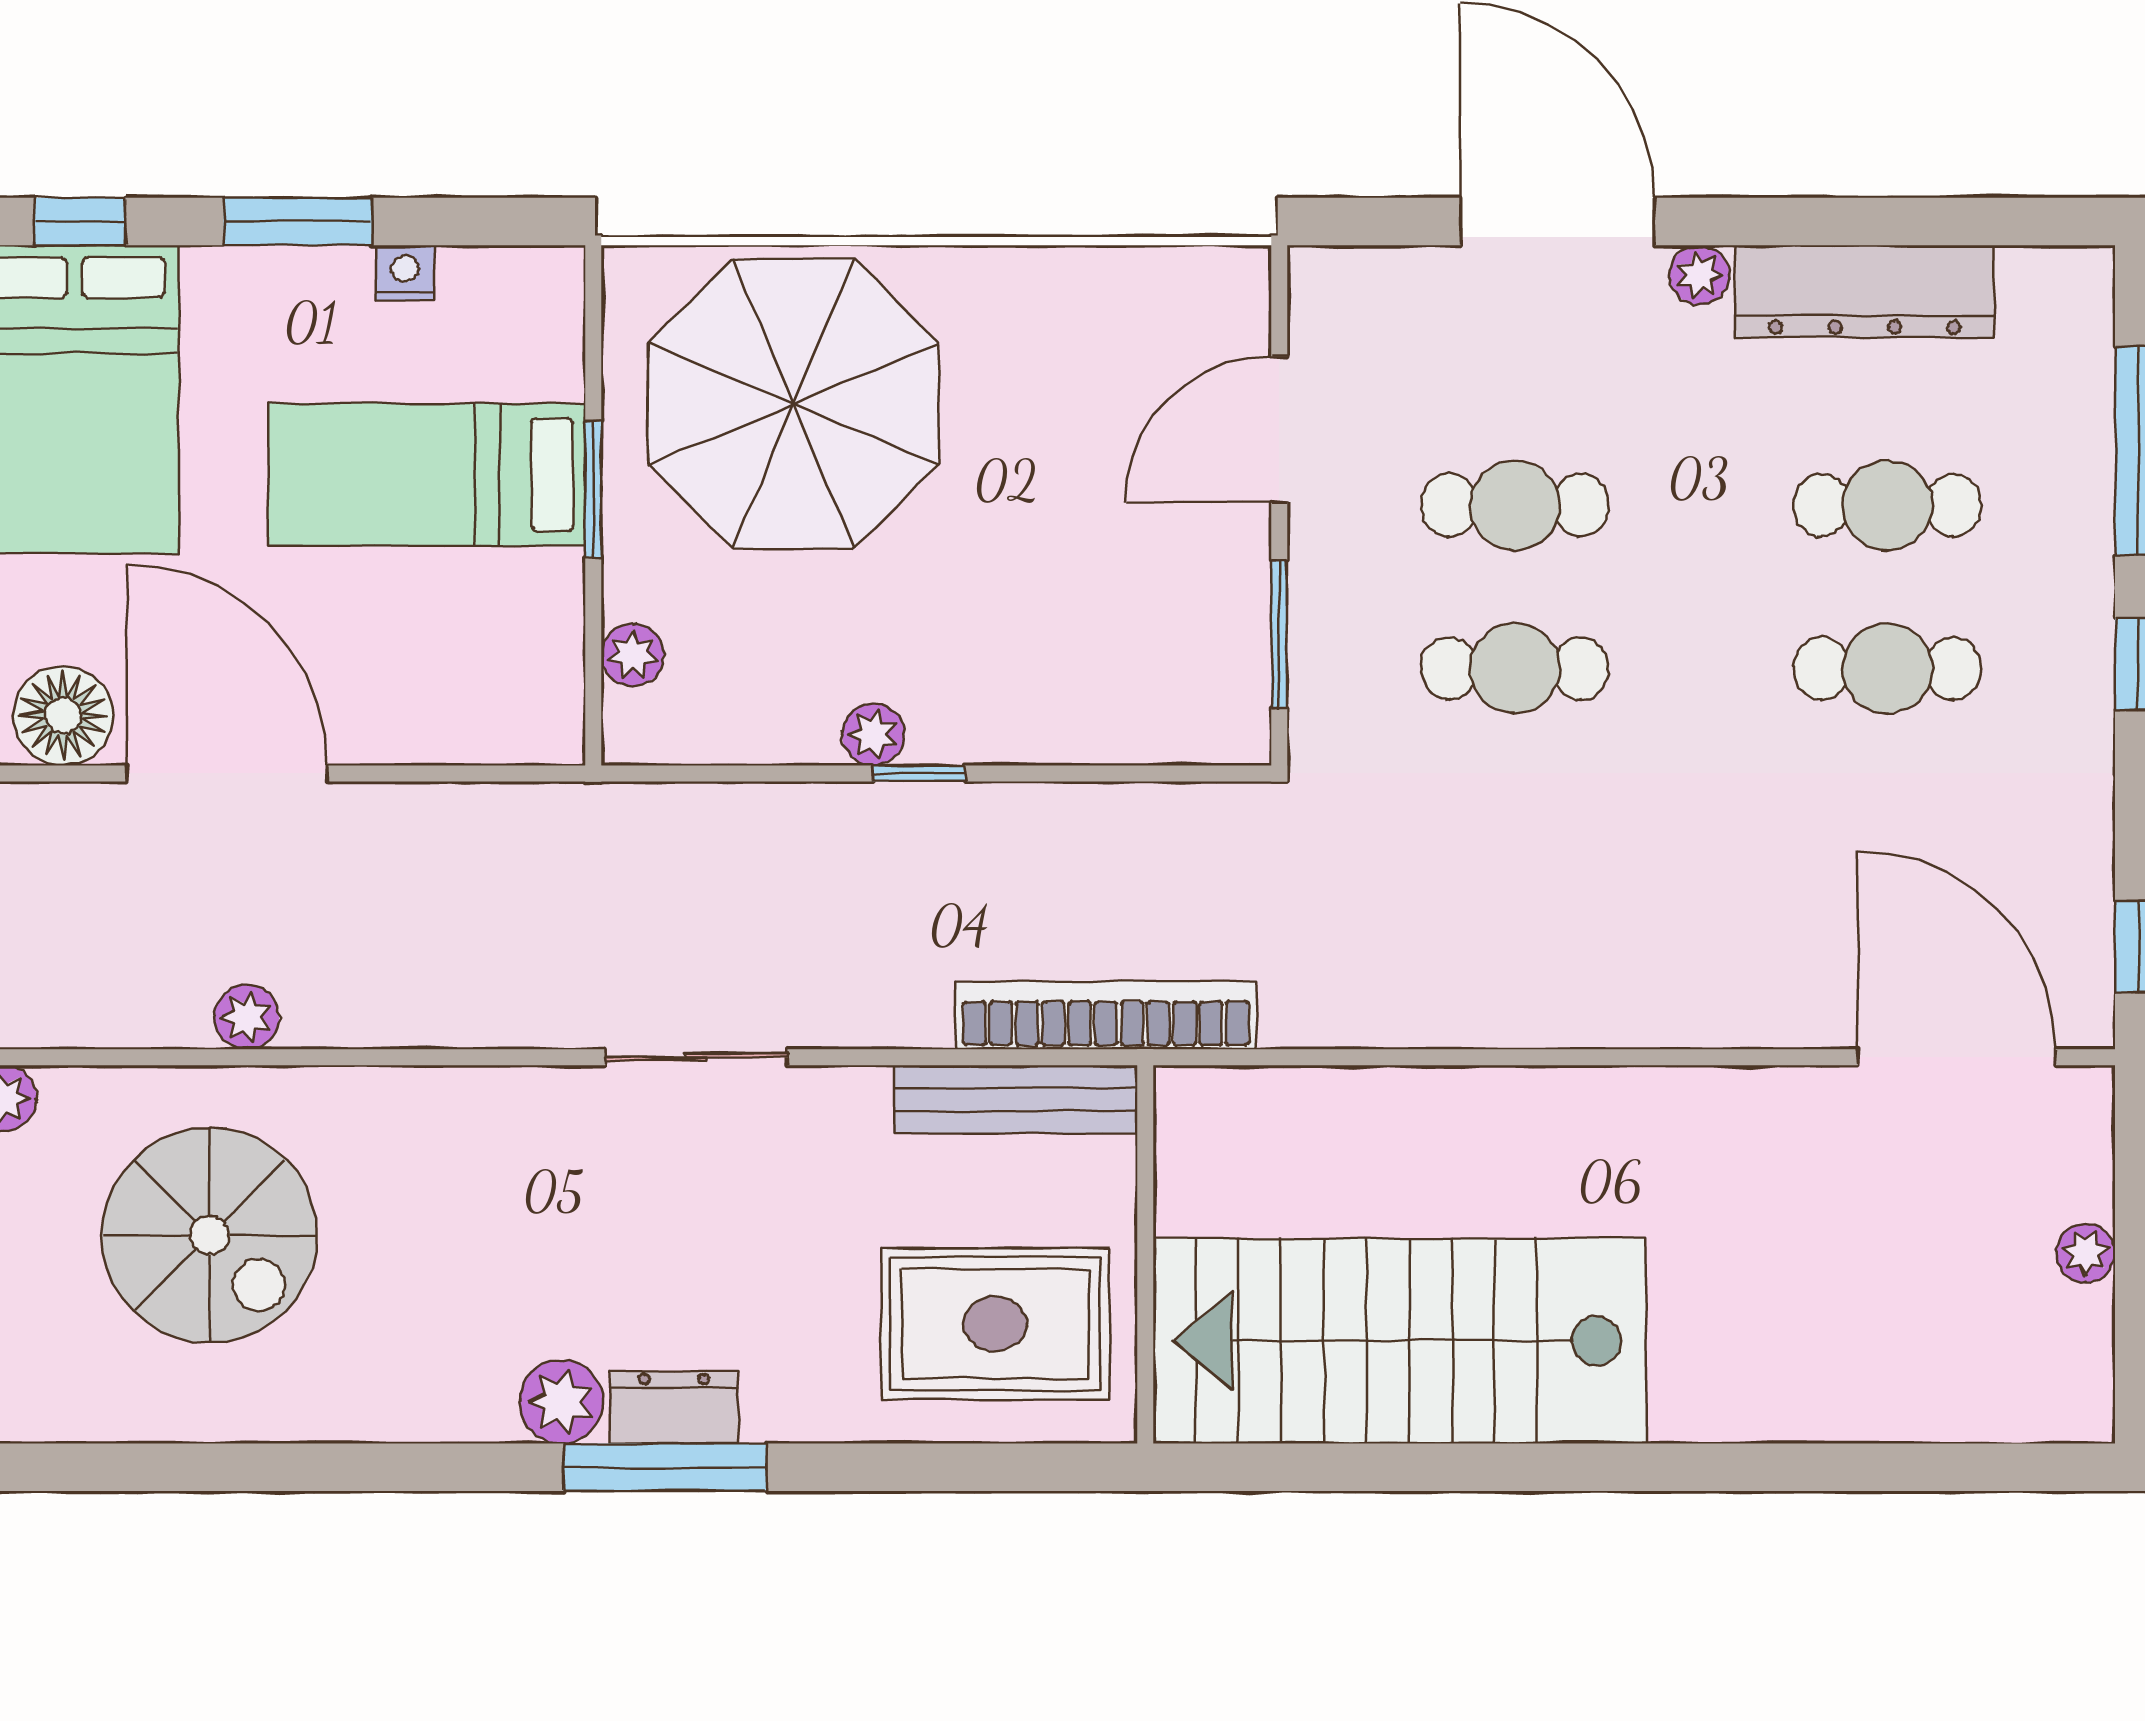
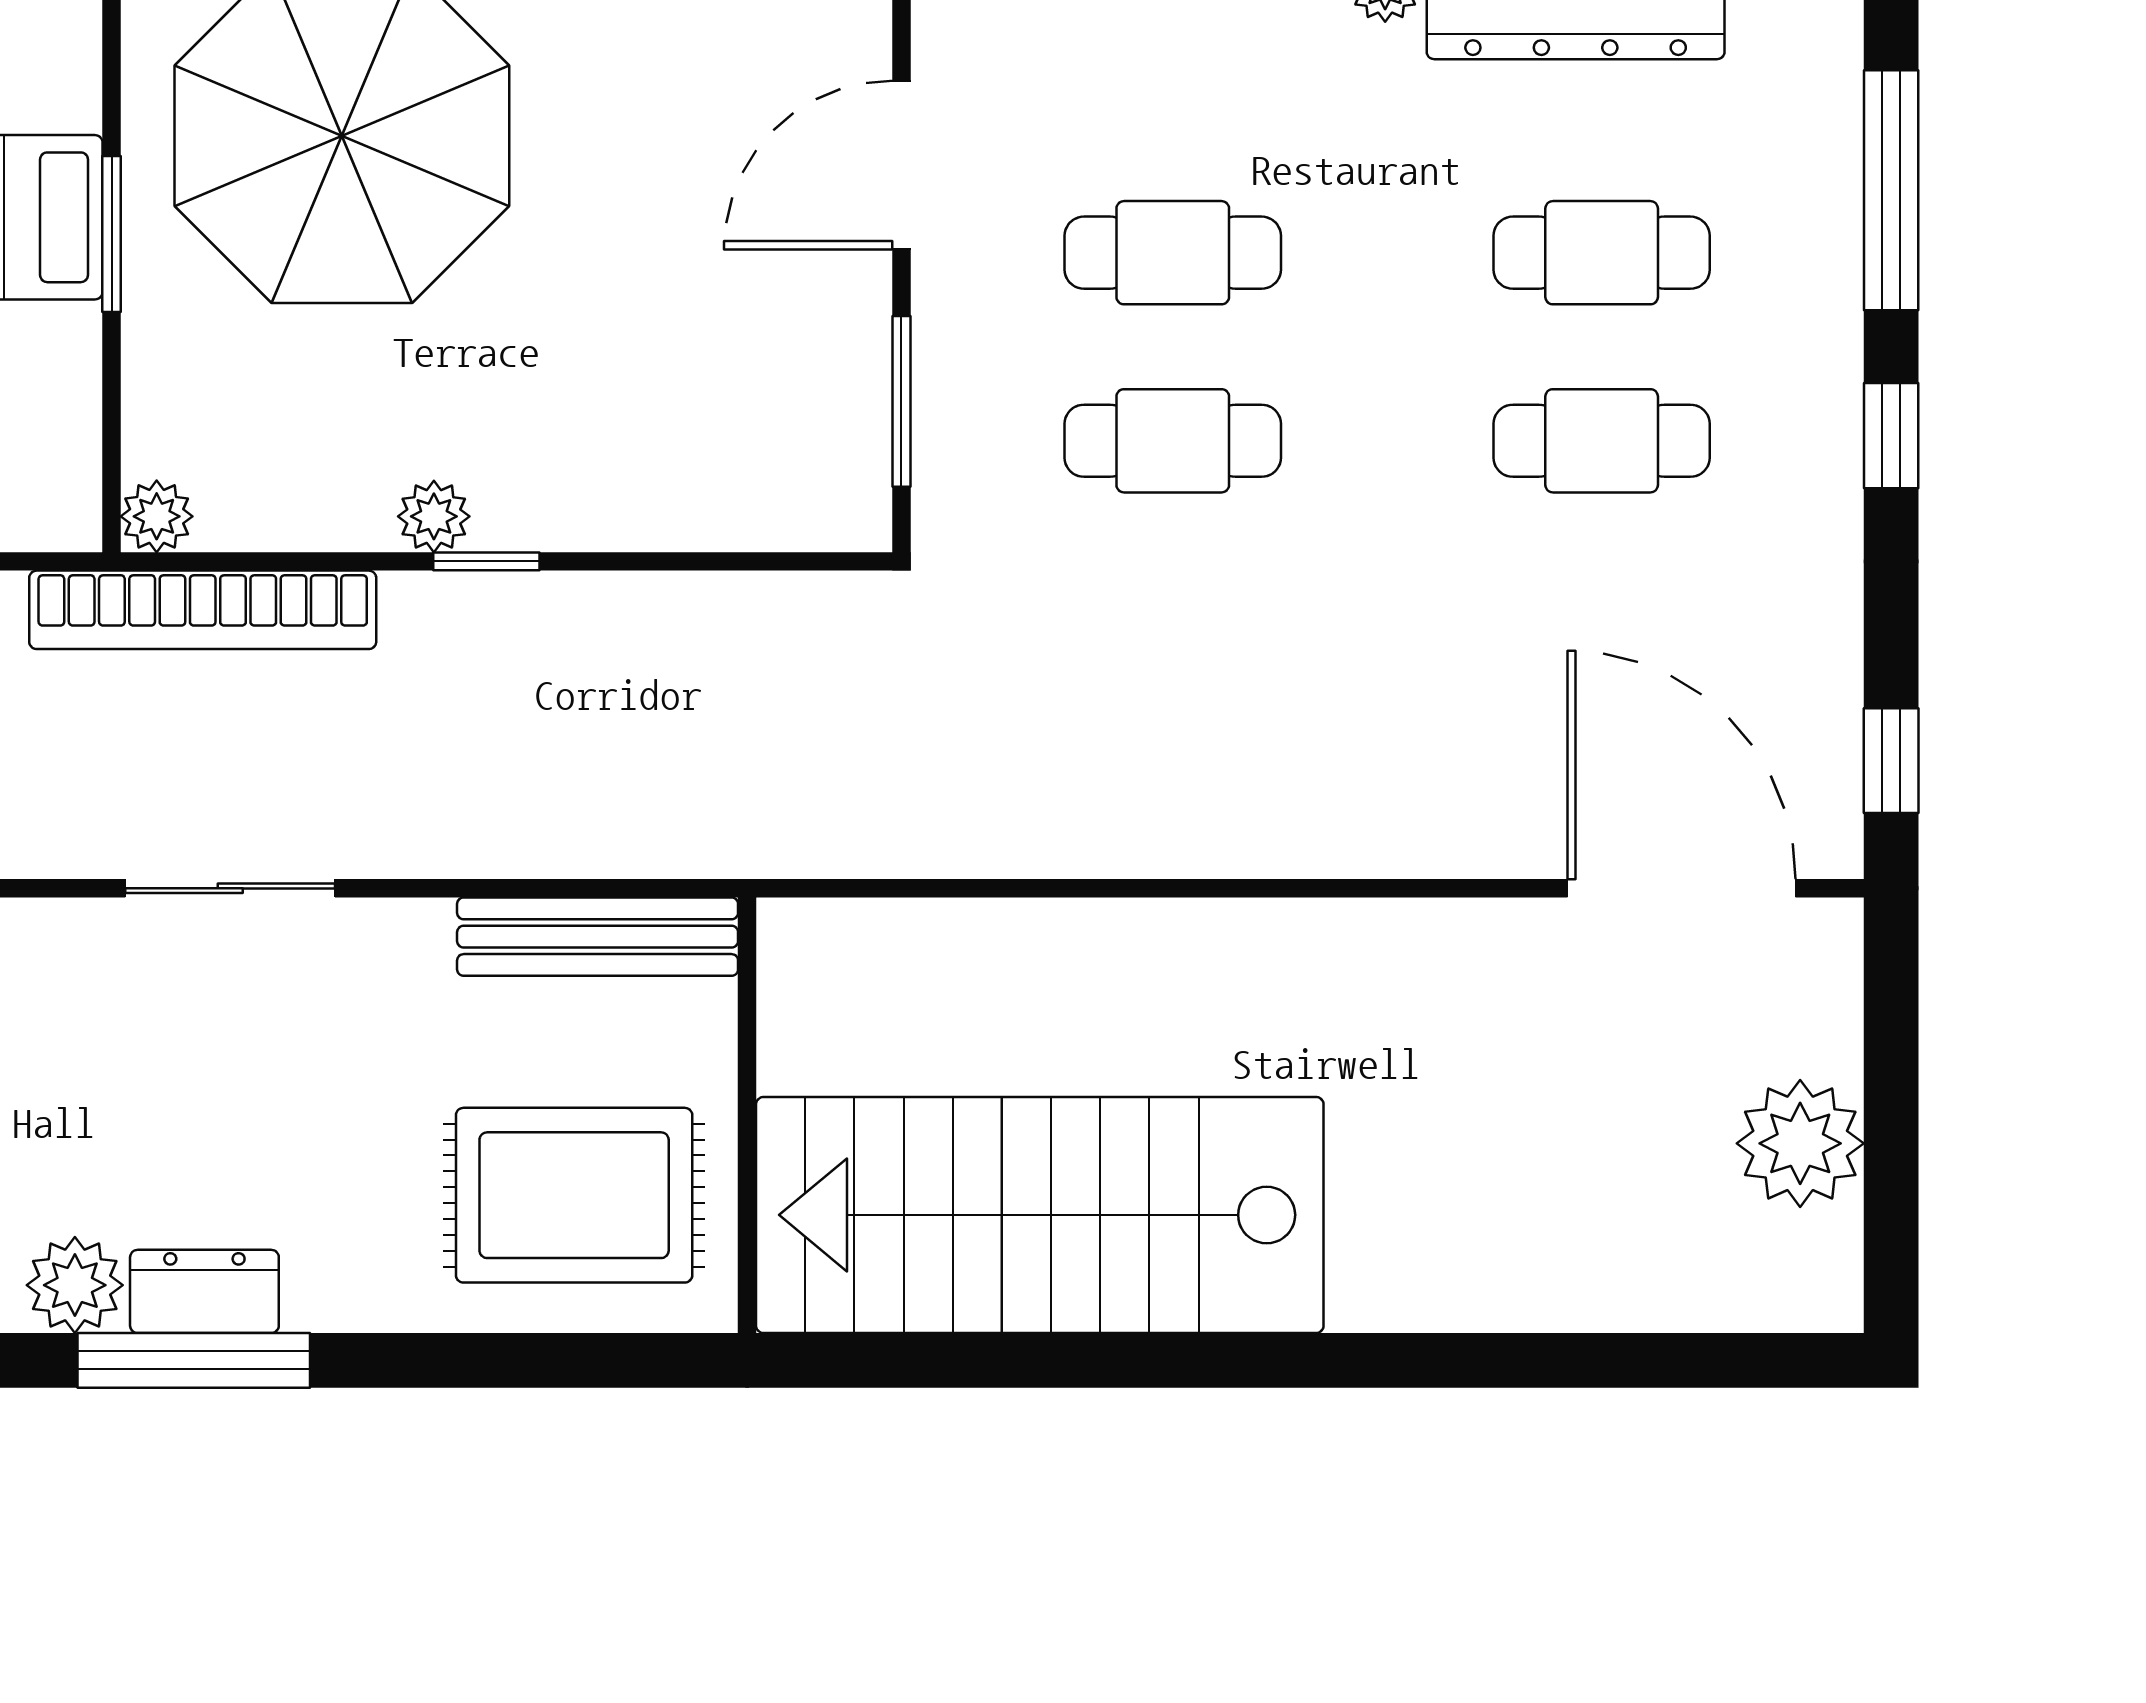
plant: (633, 655) -> (157, 516), moved
bookcase: (1106, 1015) -> (203, 610), moved, turned 180
plant: (2086, 1253) -> (1800, 1143), width x1.88, depth x1.88

